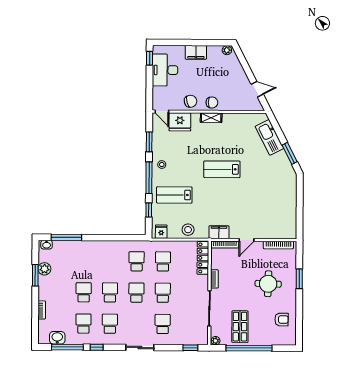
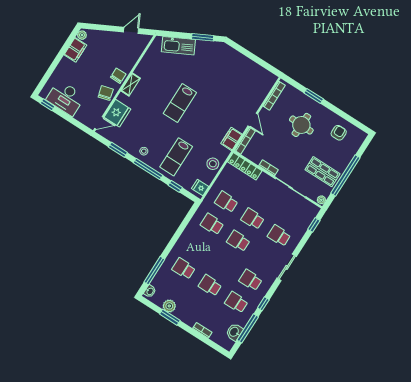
filing cabinet: (196, 52) -> (75, 50), moved
school desk: (110, 292) -> (184, 269), moved

